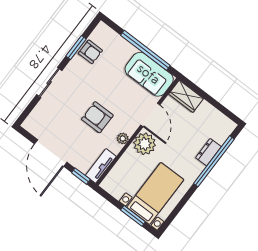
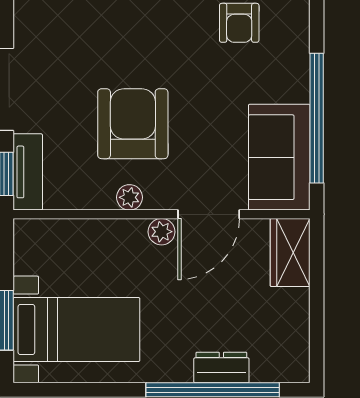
armchair: (97, 117) -> (133, 124), width x1.36, depth x1.36
plant: (145, 144) -> (161, 232), width x0.53, depth x0.53
tv unit: (101, 166) -> (28, 172), moved, turned 90

